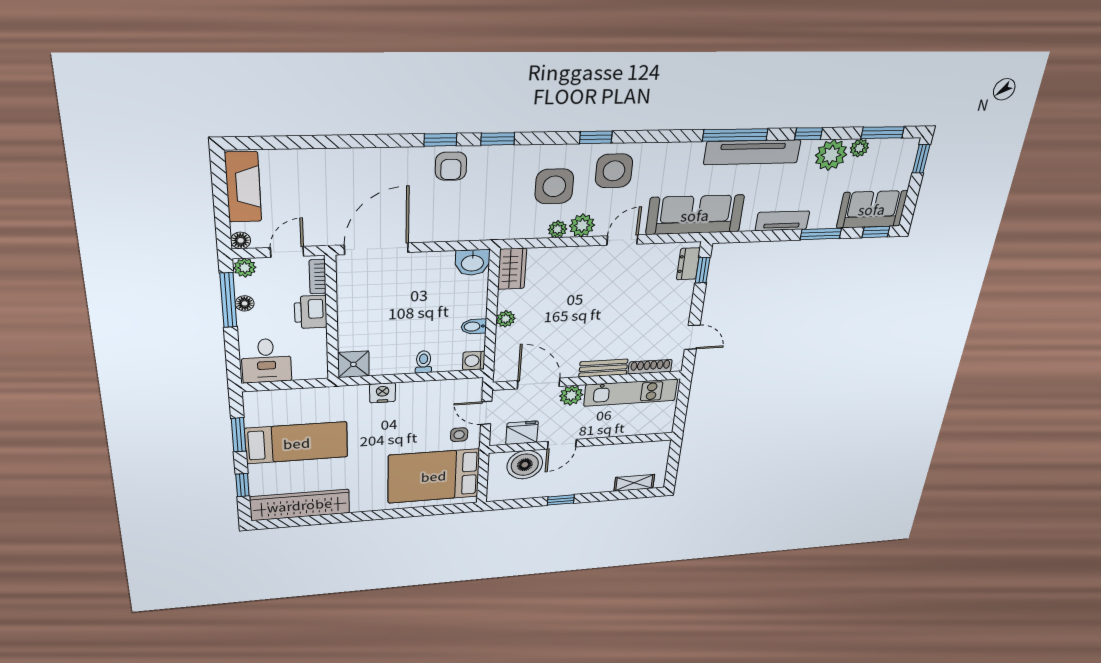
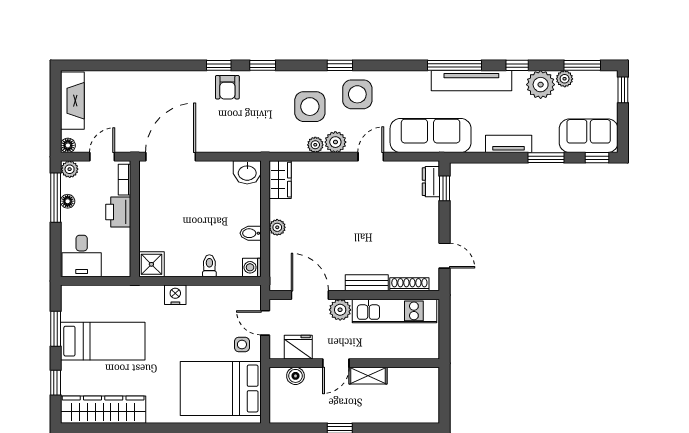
boiler: (525, 465) -> (295, 376), width x0.54, depth x0.54
shelving: (634, 483) -> (368, 376), moved

